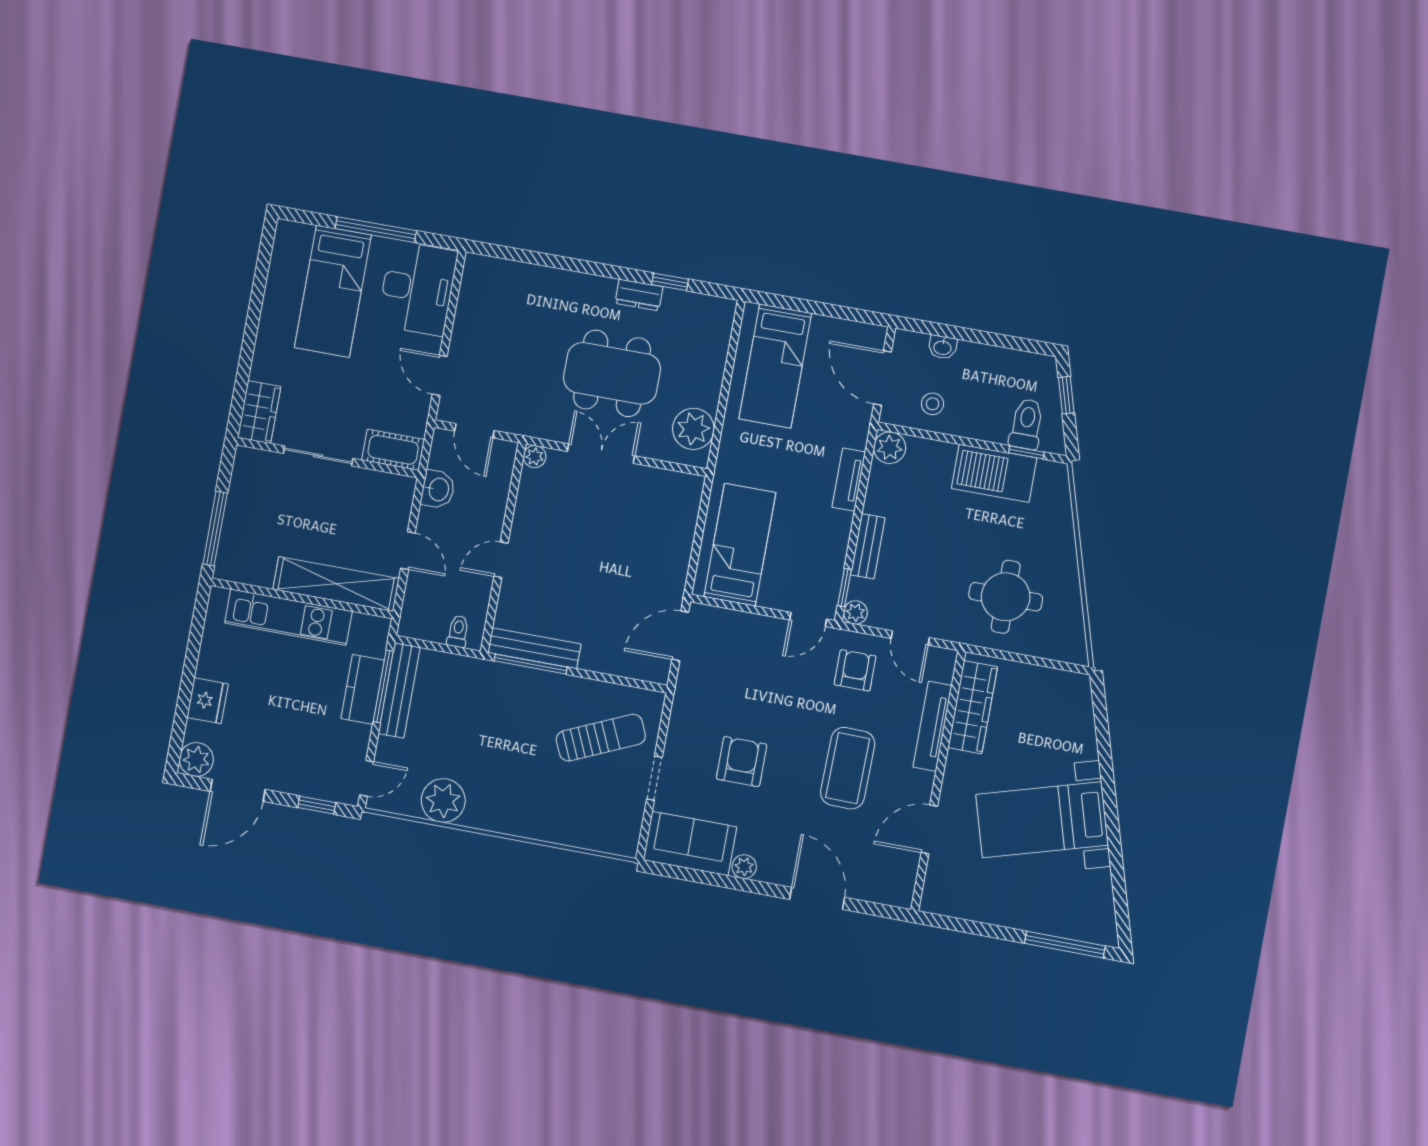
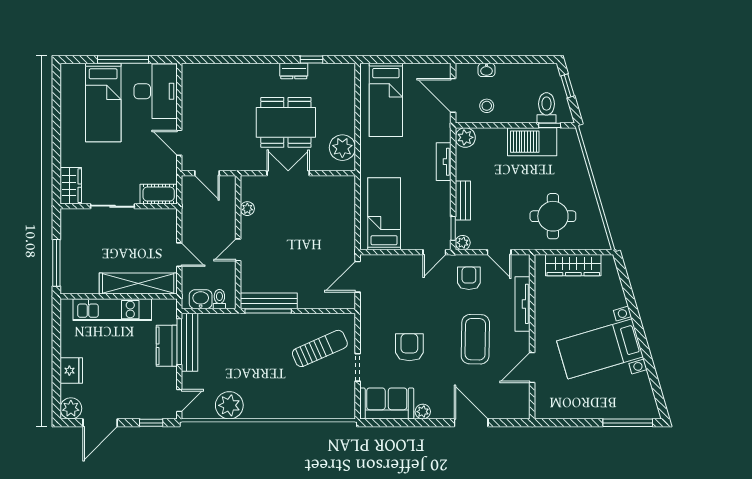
plant: (535, 457) -> (247, 209), moved
washbasin: (438, 489) -> (201, 299), moved, turned -90
wardrobe: (973, 707) -> (573, 265), moved, turned 90

